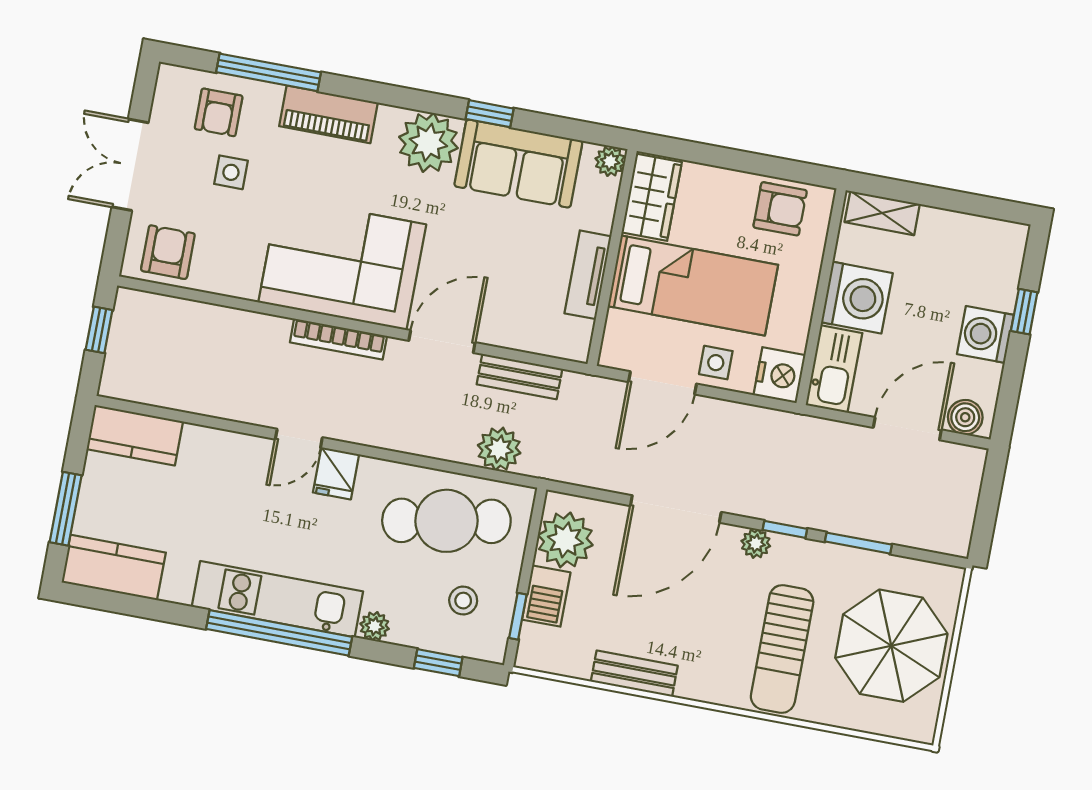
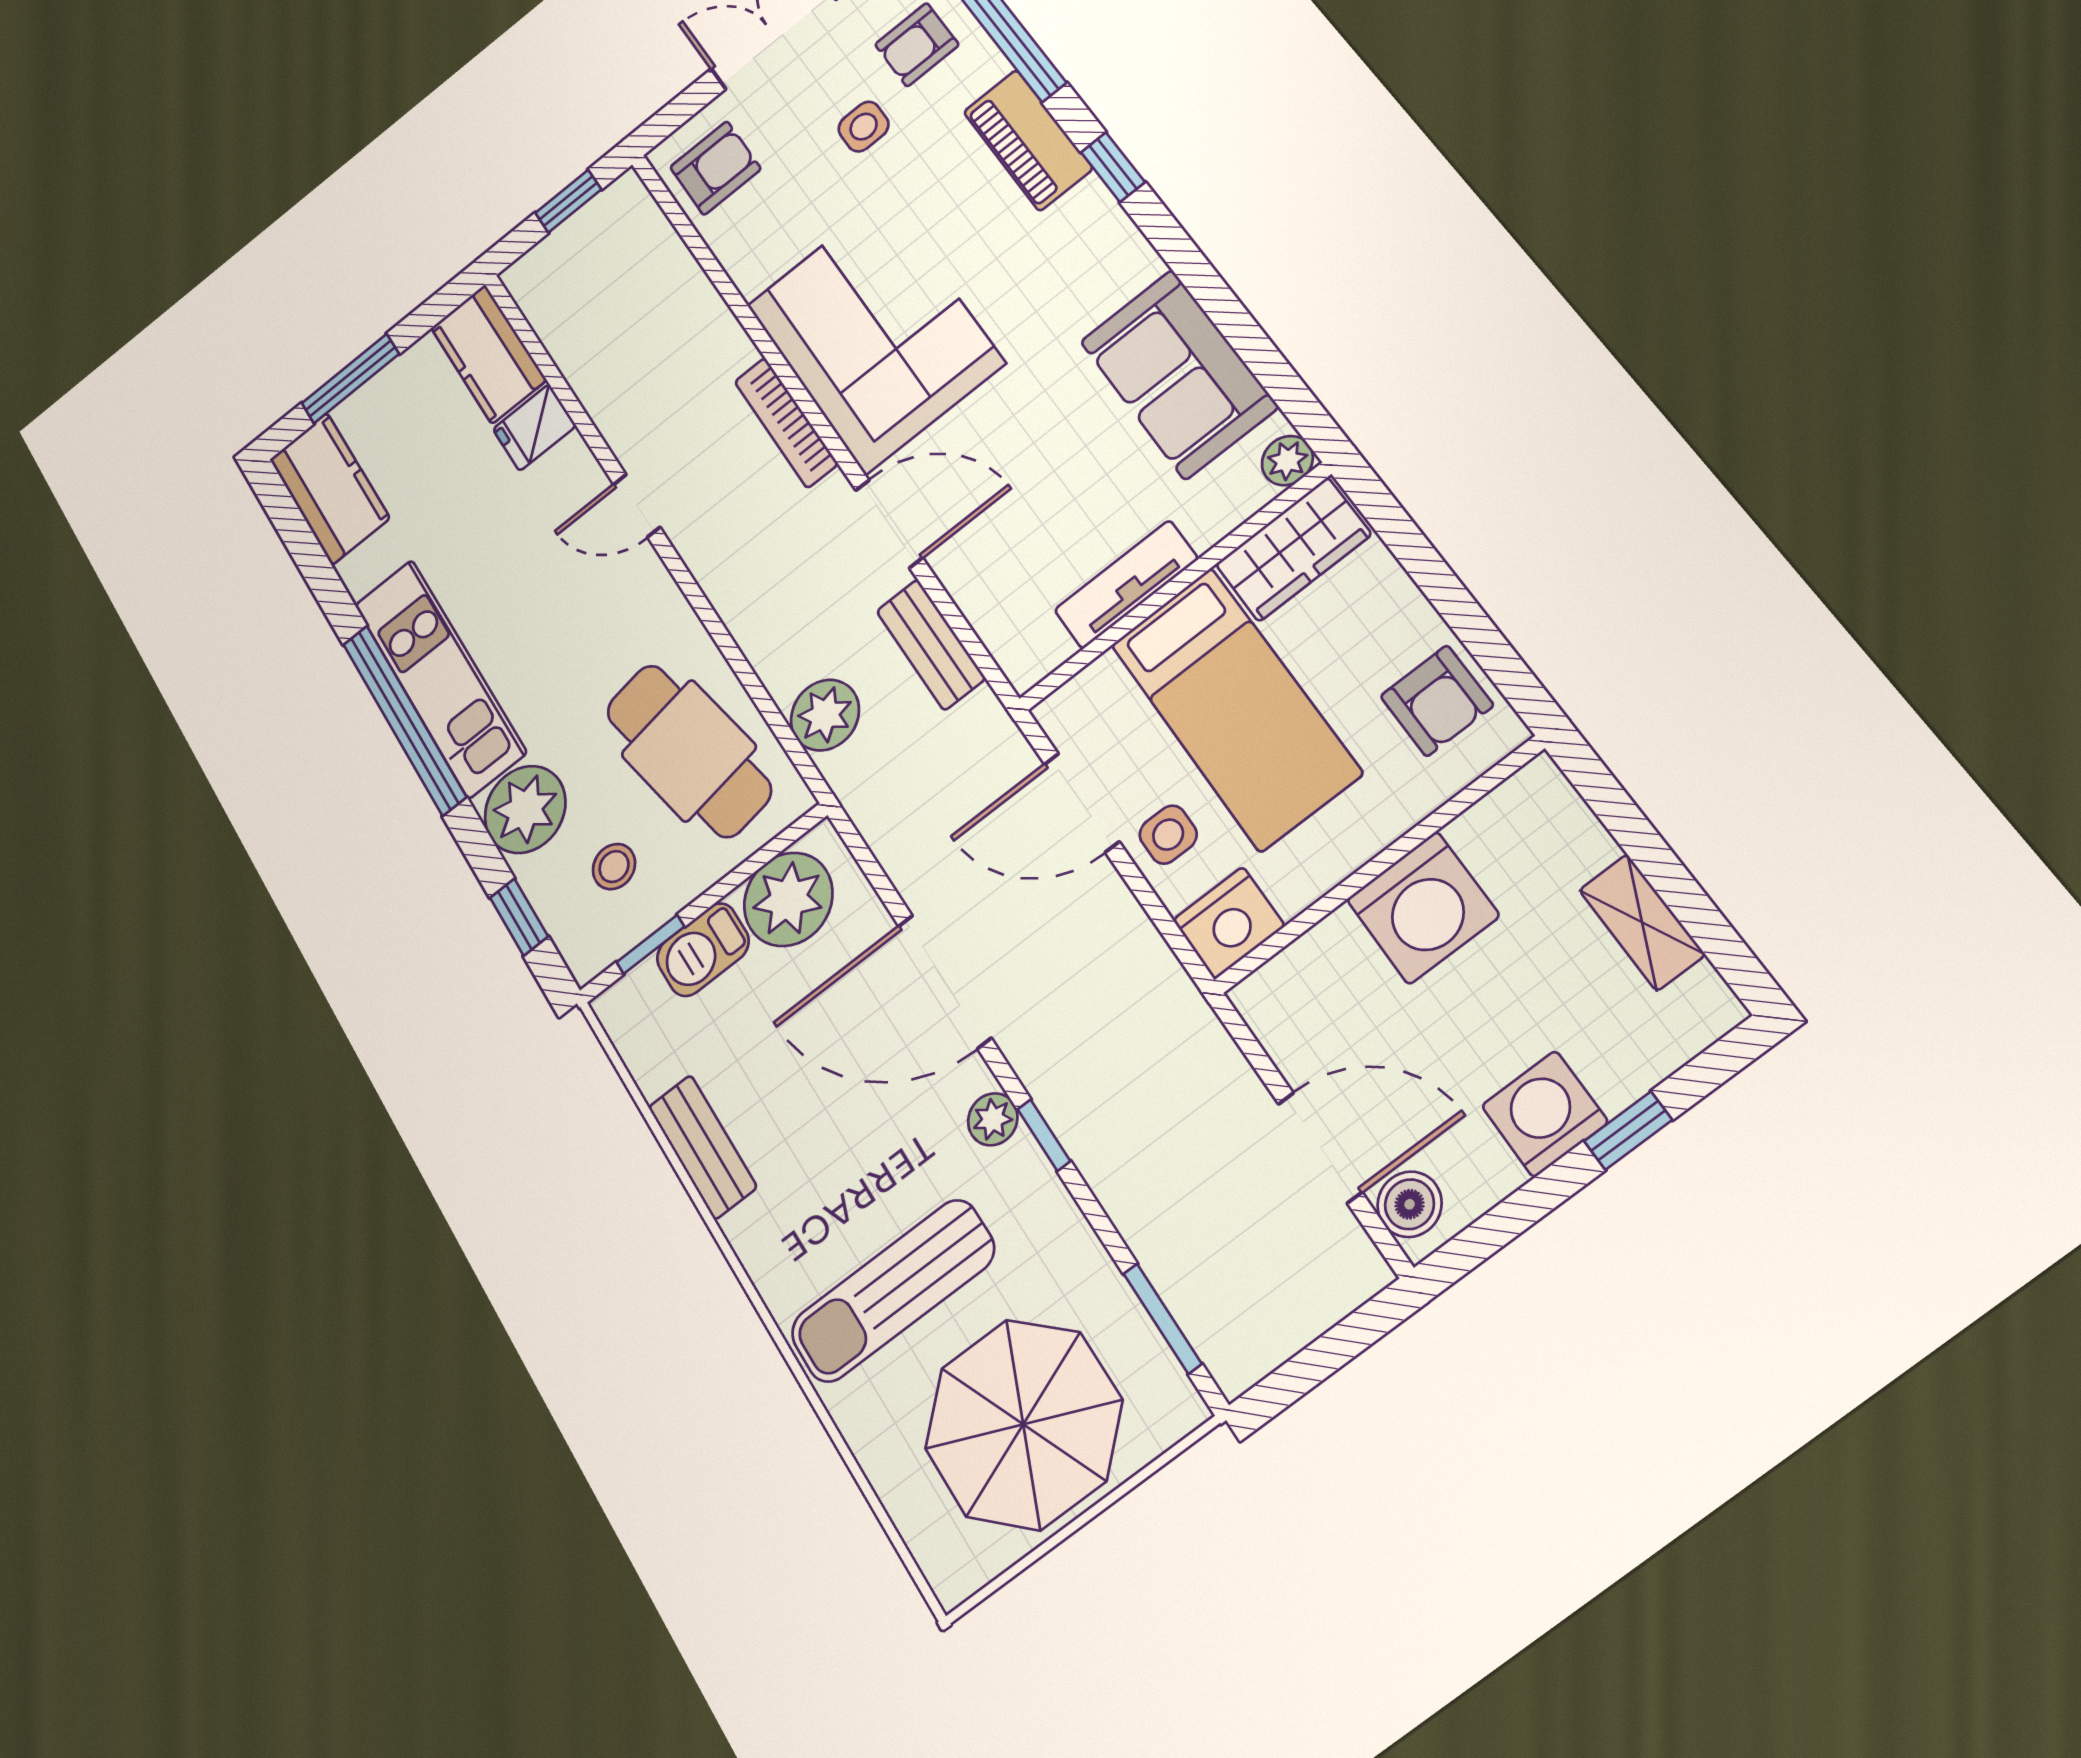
window: (490, 114) -> (1113, 167), moved
plant: (428, 142) -> (1103, 264), removed
shelving: (882, 213) -> (1642, 922), moved
kitchen sink: (834, 369) -> (1303, 978), removed
fridge: (336, 473) -> (534, 427), moved
window: (858, 543) -> (1162, 1319), moved
plant: (375, 626) -> (525, 809), width x1.88, depth x1.88

